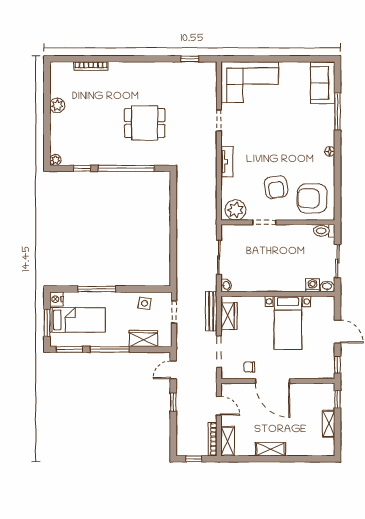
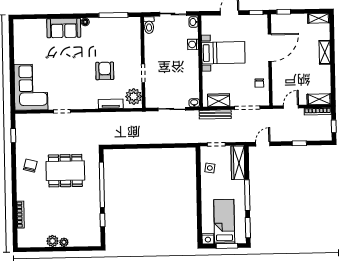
chair: (152, 79) -> (30, 166), added
sofa: (323, 83) -> (64, 28), moved
window: (337, 111) -> (113, 15), moved
dining table: (145, 123) -> (65, 171), width x1.38
plant: (55, 160) -> (64, 242), moved
tv unit: (227, 162) -> (111, 104), moved
armchair: (276, 187) -> (105, 71), moved, turned -82
armchair: (312, 198) -> (123, 35), removed
washing machine: (313, 285) -> (193, 44), moved
window: (97, 289) -> (199, 207), removed
wardrobe: (143, 338) -> (238, 163), width x1.50
door: (173, 370) -> (263, 144), swing flipped
door: (273, 381) -> (270, 48), moved
window: (173, 402) -> (299, 143), moved
shelving: (329, 424) -> (319, 18), moved
shelving: (270, 449) -> (325, 52), moved

